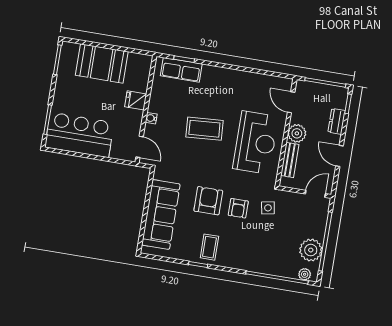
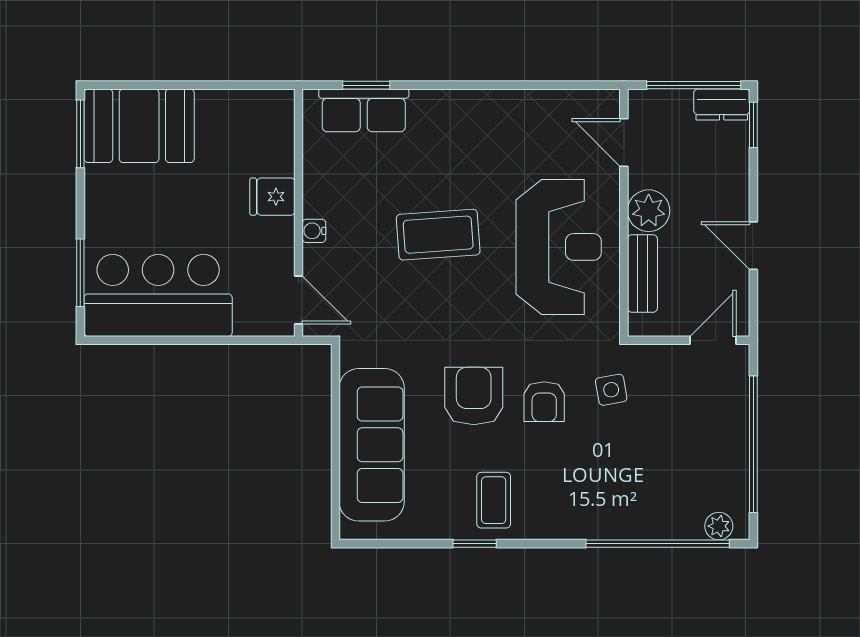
booth: (102, 63) -> (139, 126), moved
dresser: (337, 121) -> (722, 105), moved, turned -90
plant: (311, 250) -> (724, 469), removed

